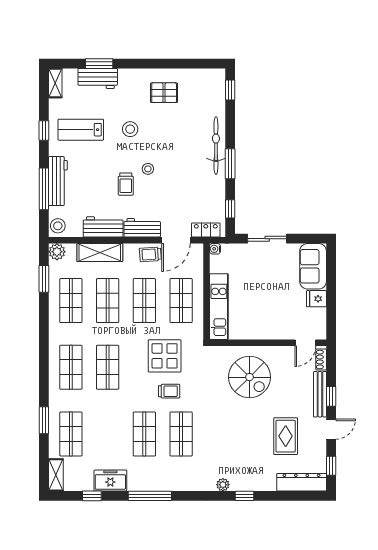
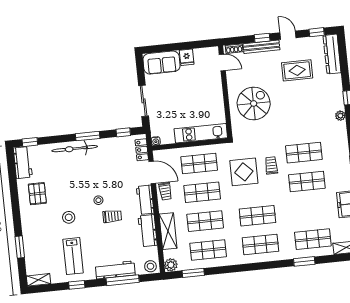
workbench: (98, 78) -> (23, 163), moved

